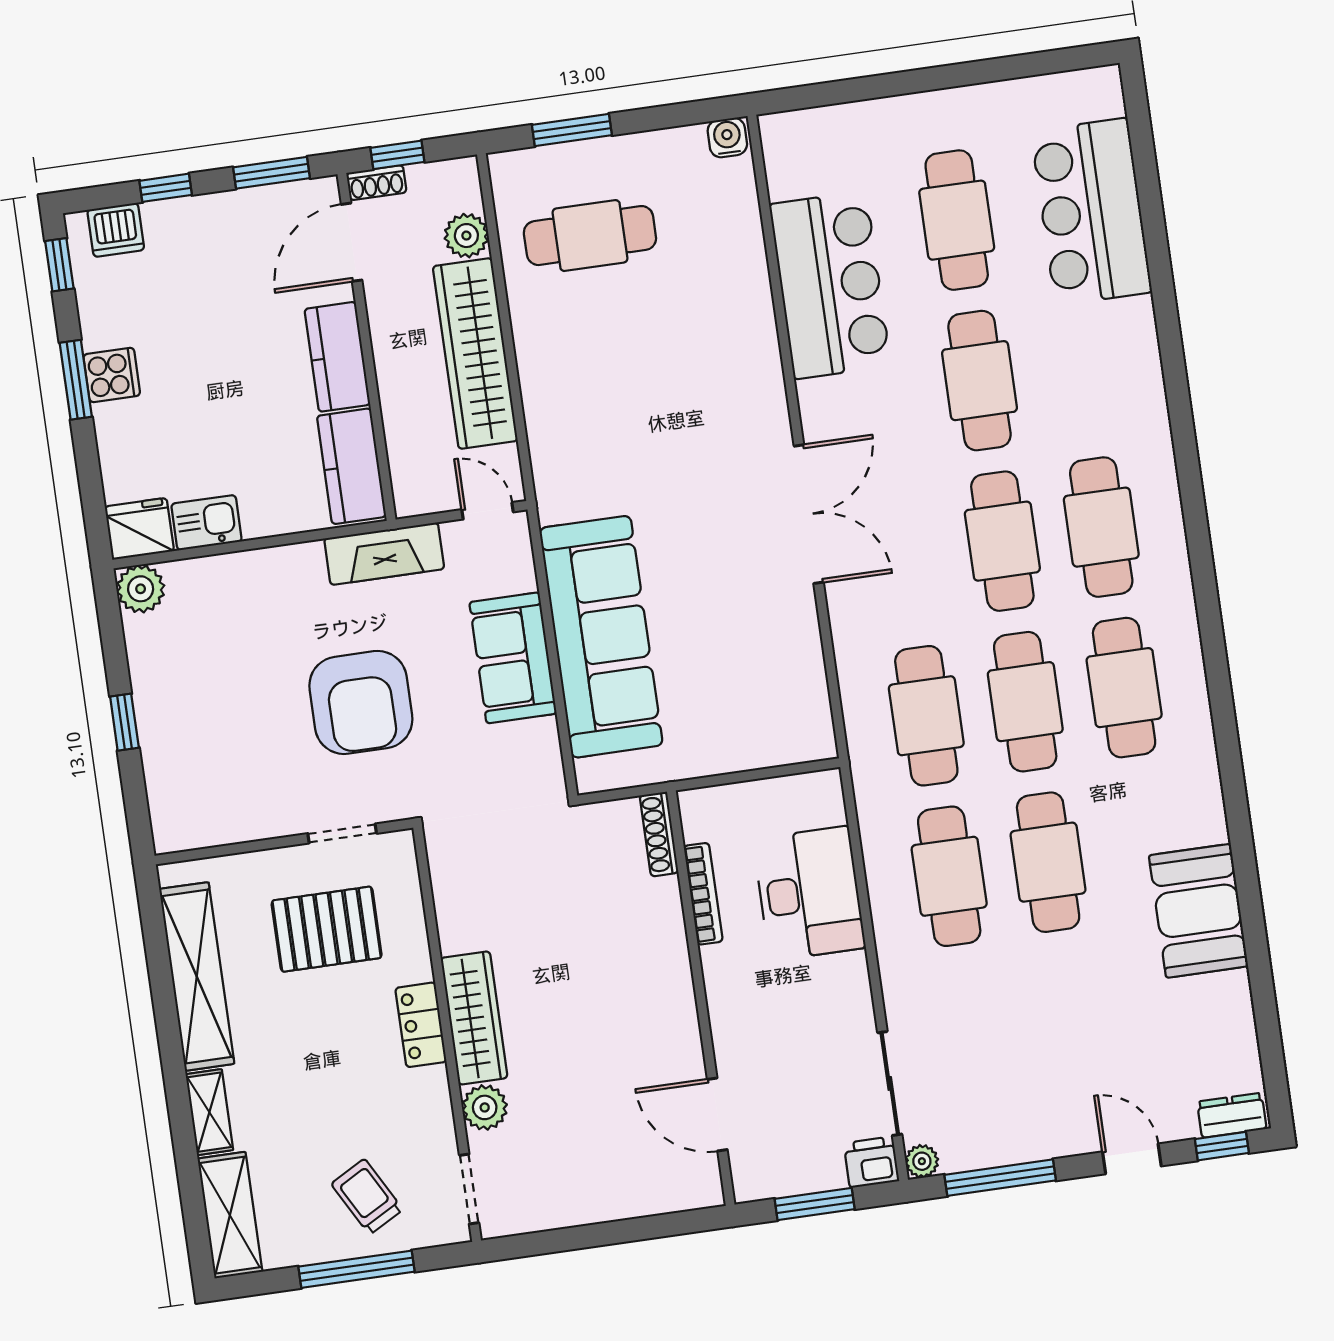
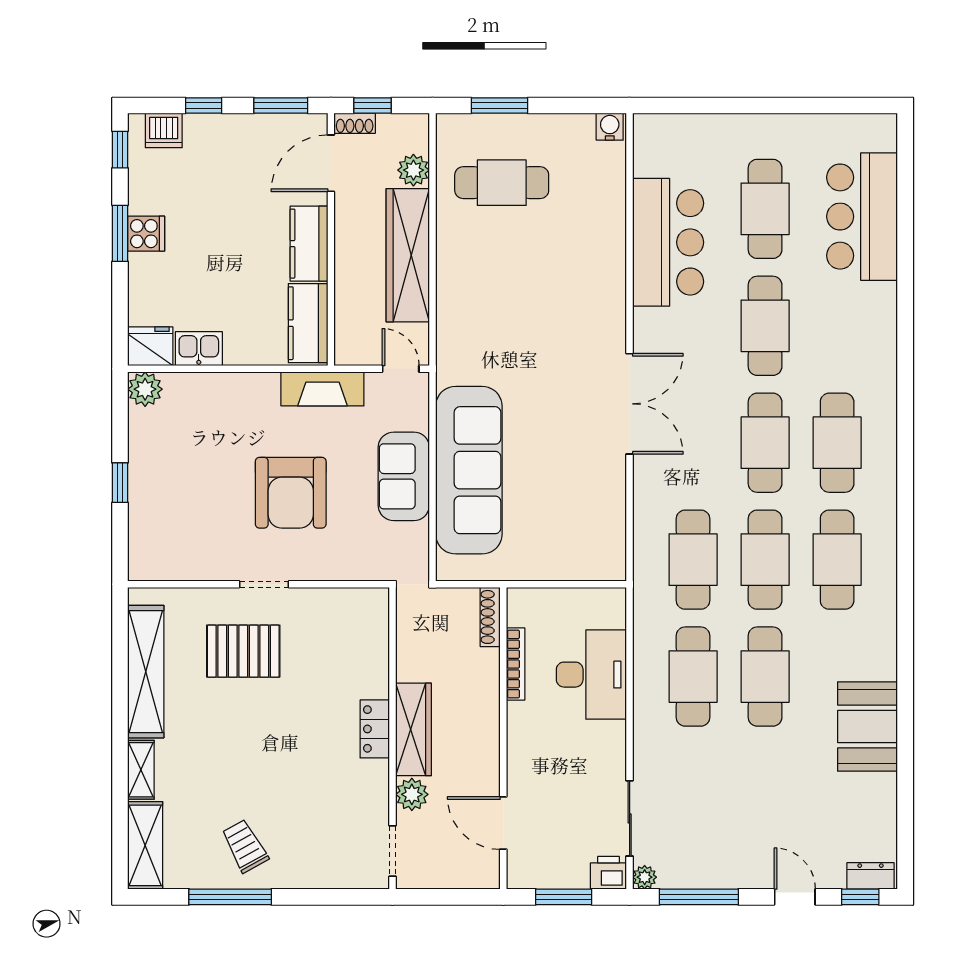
wardrobe: (474, 1018) -> (413, 729), moved
locker: (421, 1025) -> (375, 729), moved
wall: (447, 1034) -> (392, 738), moved
plant: (485, 1107) -> (412, 794), moved
doorway: (469, 1189) -> (392, 851), moved

